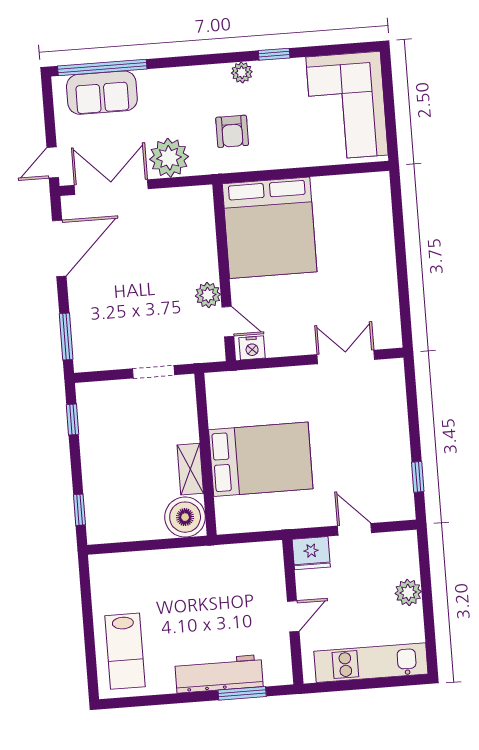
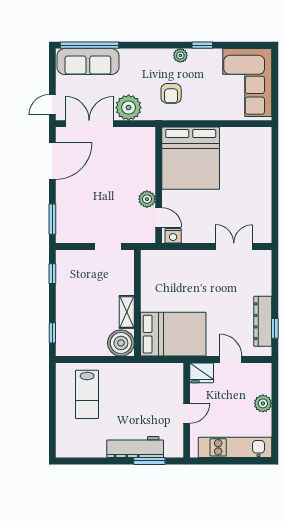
sofa: (102, 93) -> (88, 62), width x1.36
bed: (261, 459) -> (173, 334), moved
dresser: (398, 467) -> (263, 321), added
lab bench: (125, 651) -> (87, 394), moved

